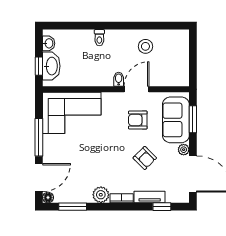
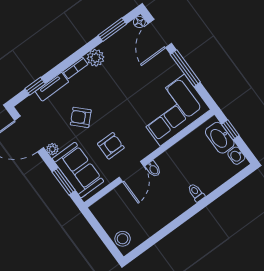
stool: (145, 46) -> (123, 239), moved

